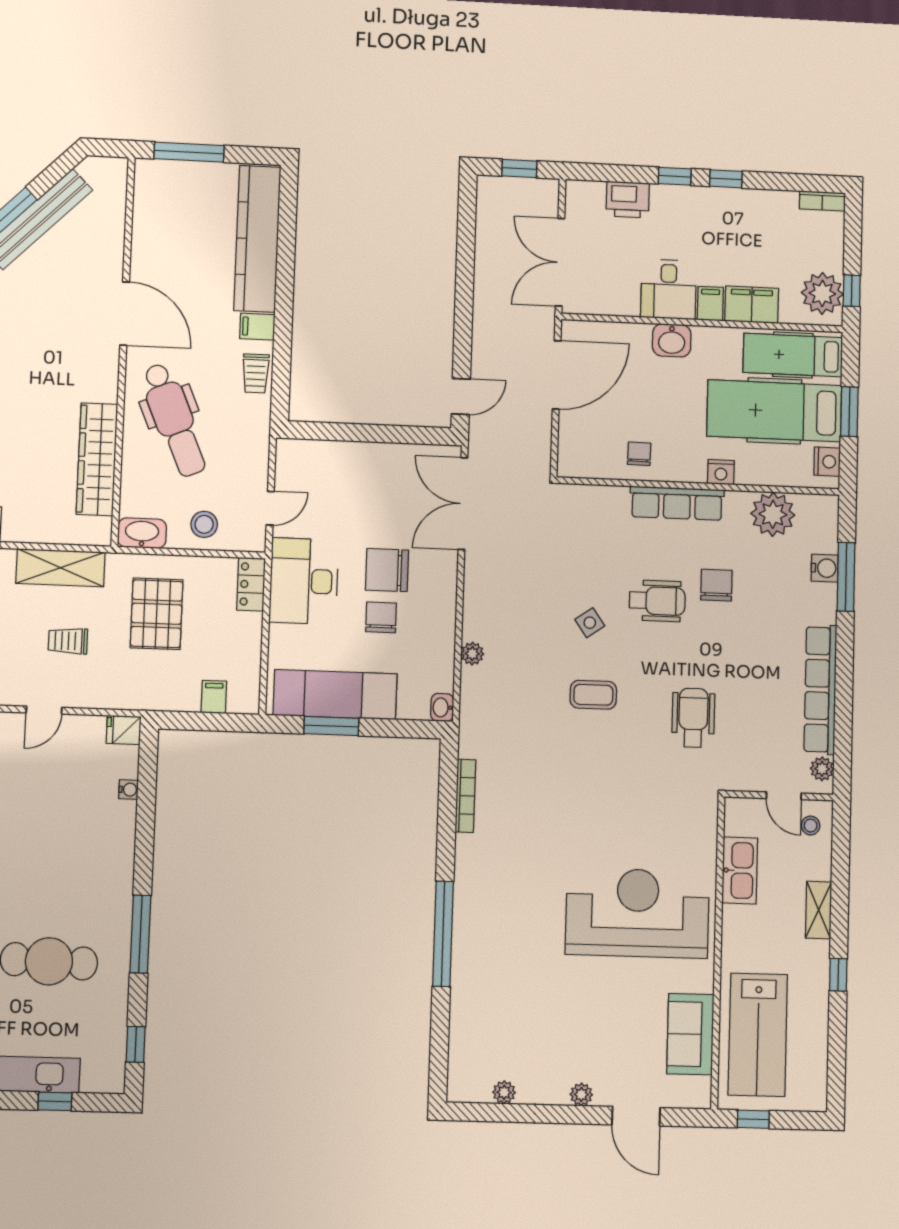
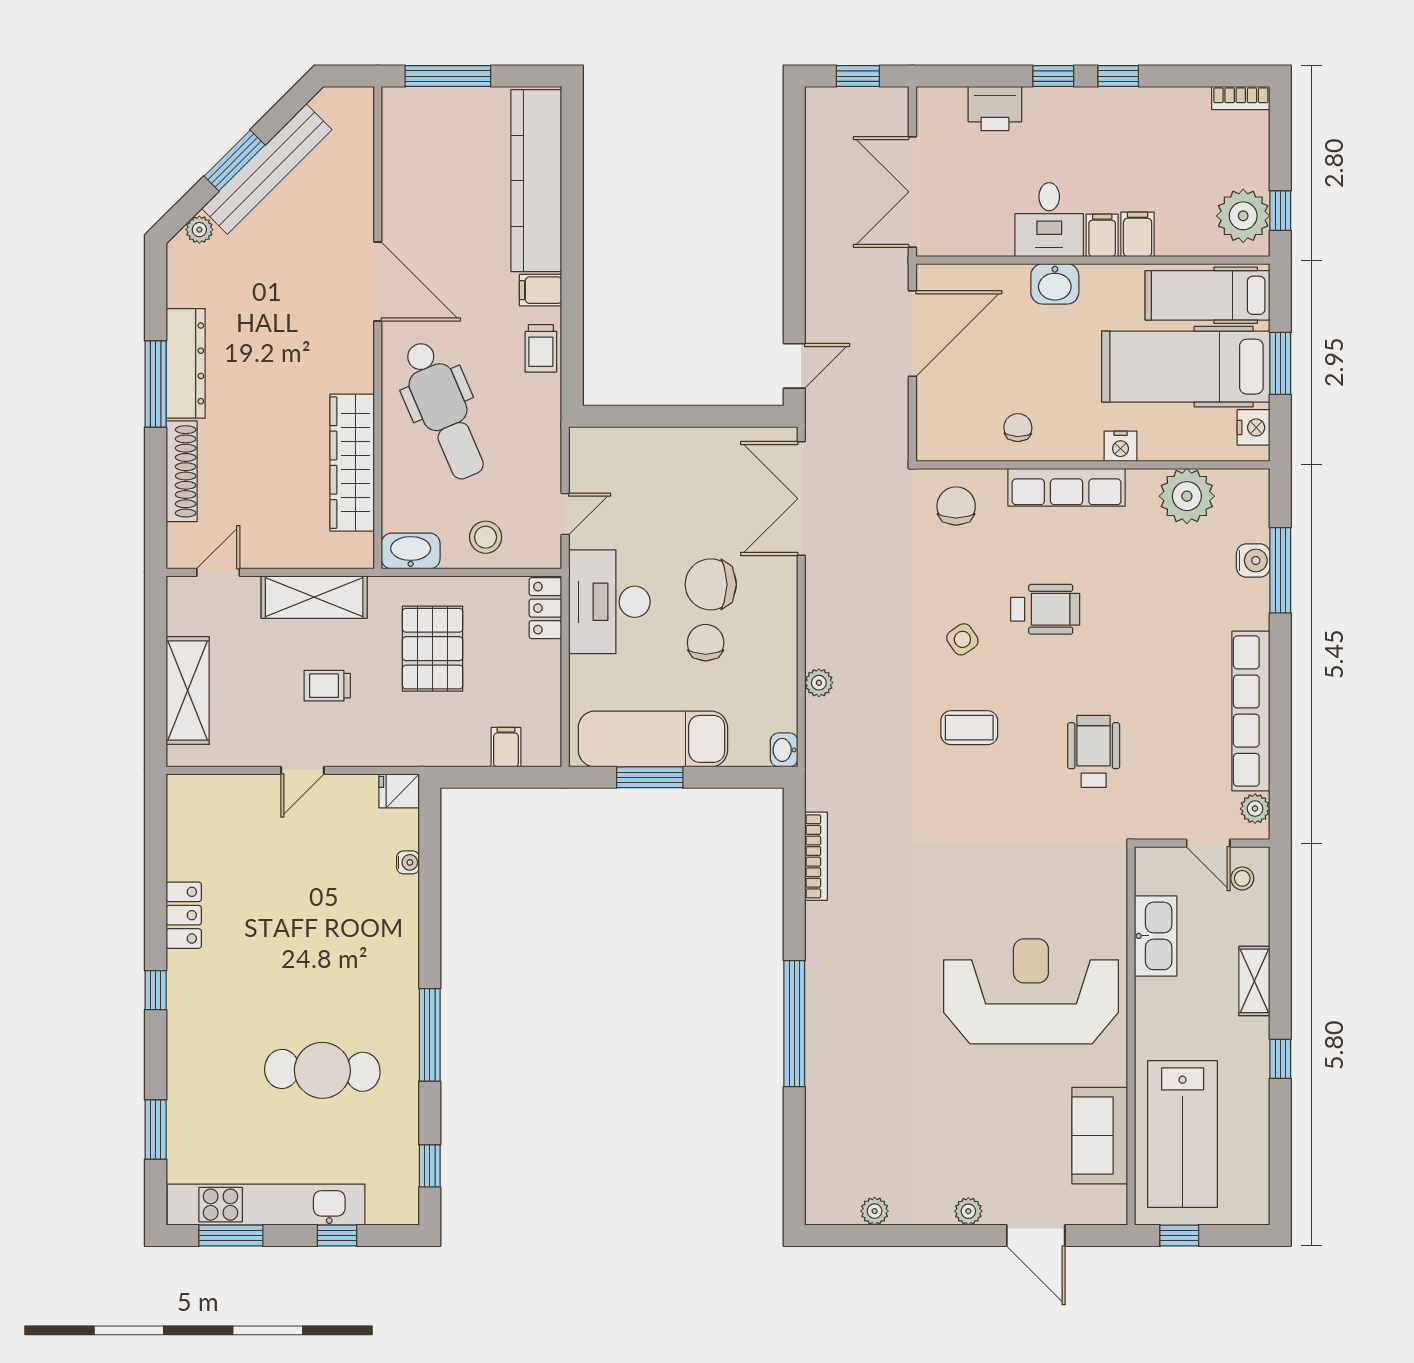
filing cabinet: (752, 305) -> (1138, 234), width x0.50
chair: (716, 585) -> (956, 506), moved

